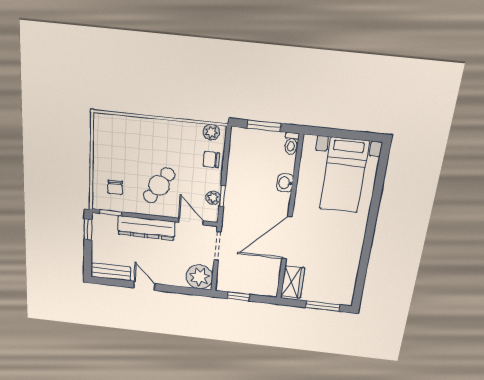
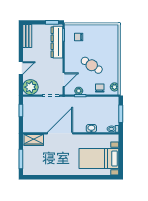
cafe table: (159, 185) -> (92, 65), moved
dresser: (146, 228) -> (57, 42), moved
door: (287, 238) -> (60, 133), hinge flipped
door: (144, 286) -> (21, 68), moved

